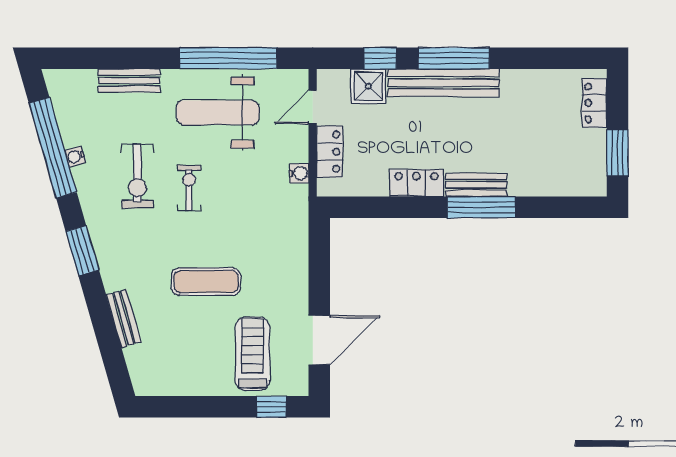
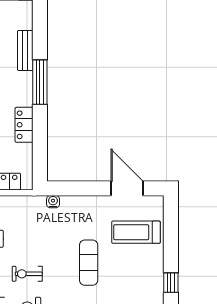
water cooler: (299, 173) -> (53, 202), moved
bench: (476, 185) -> (25, 50), moved
window: (271, 407) -> (171, 283), moved

